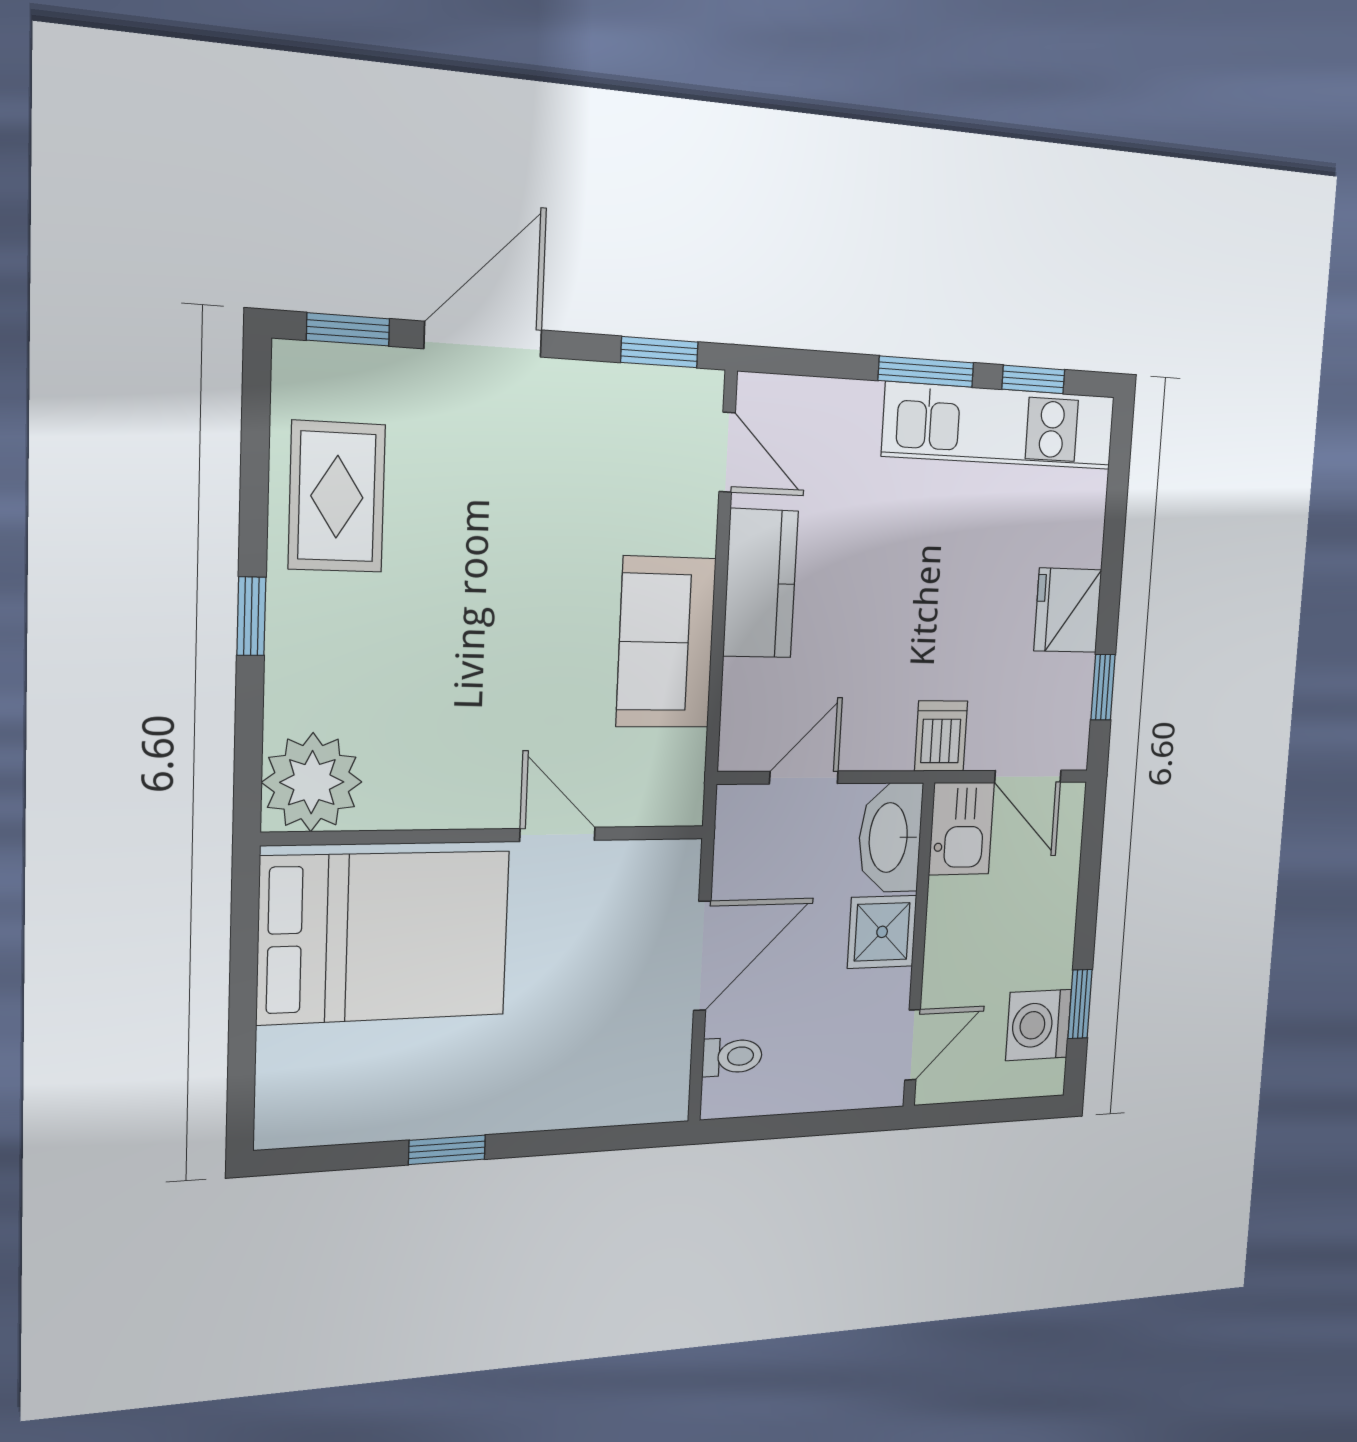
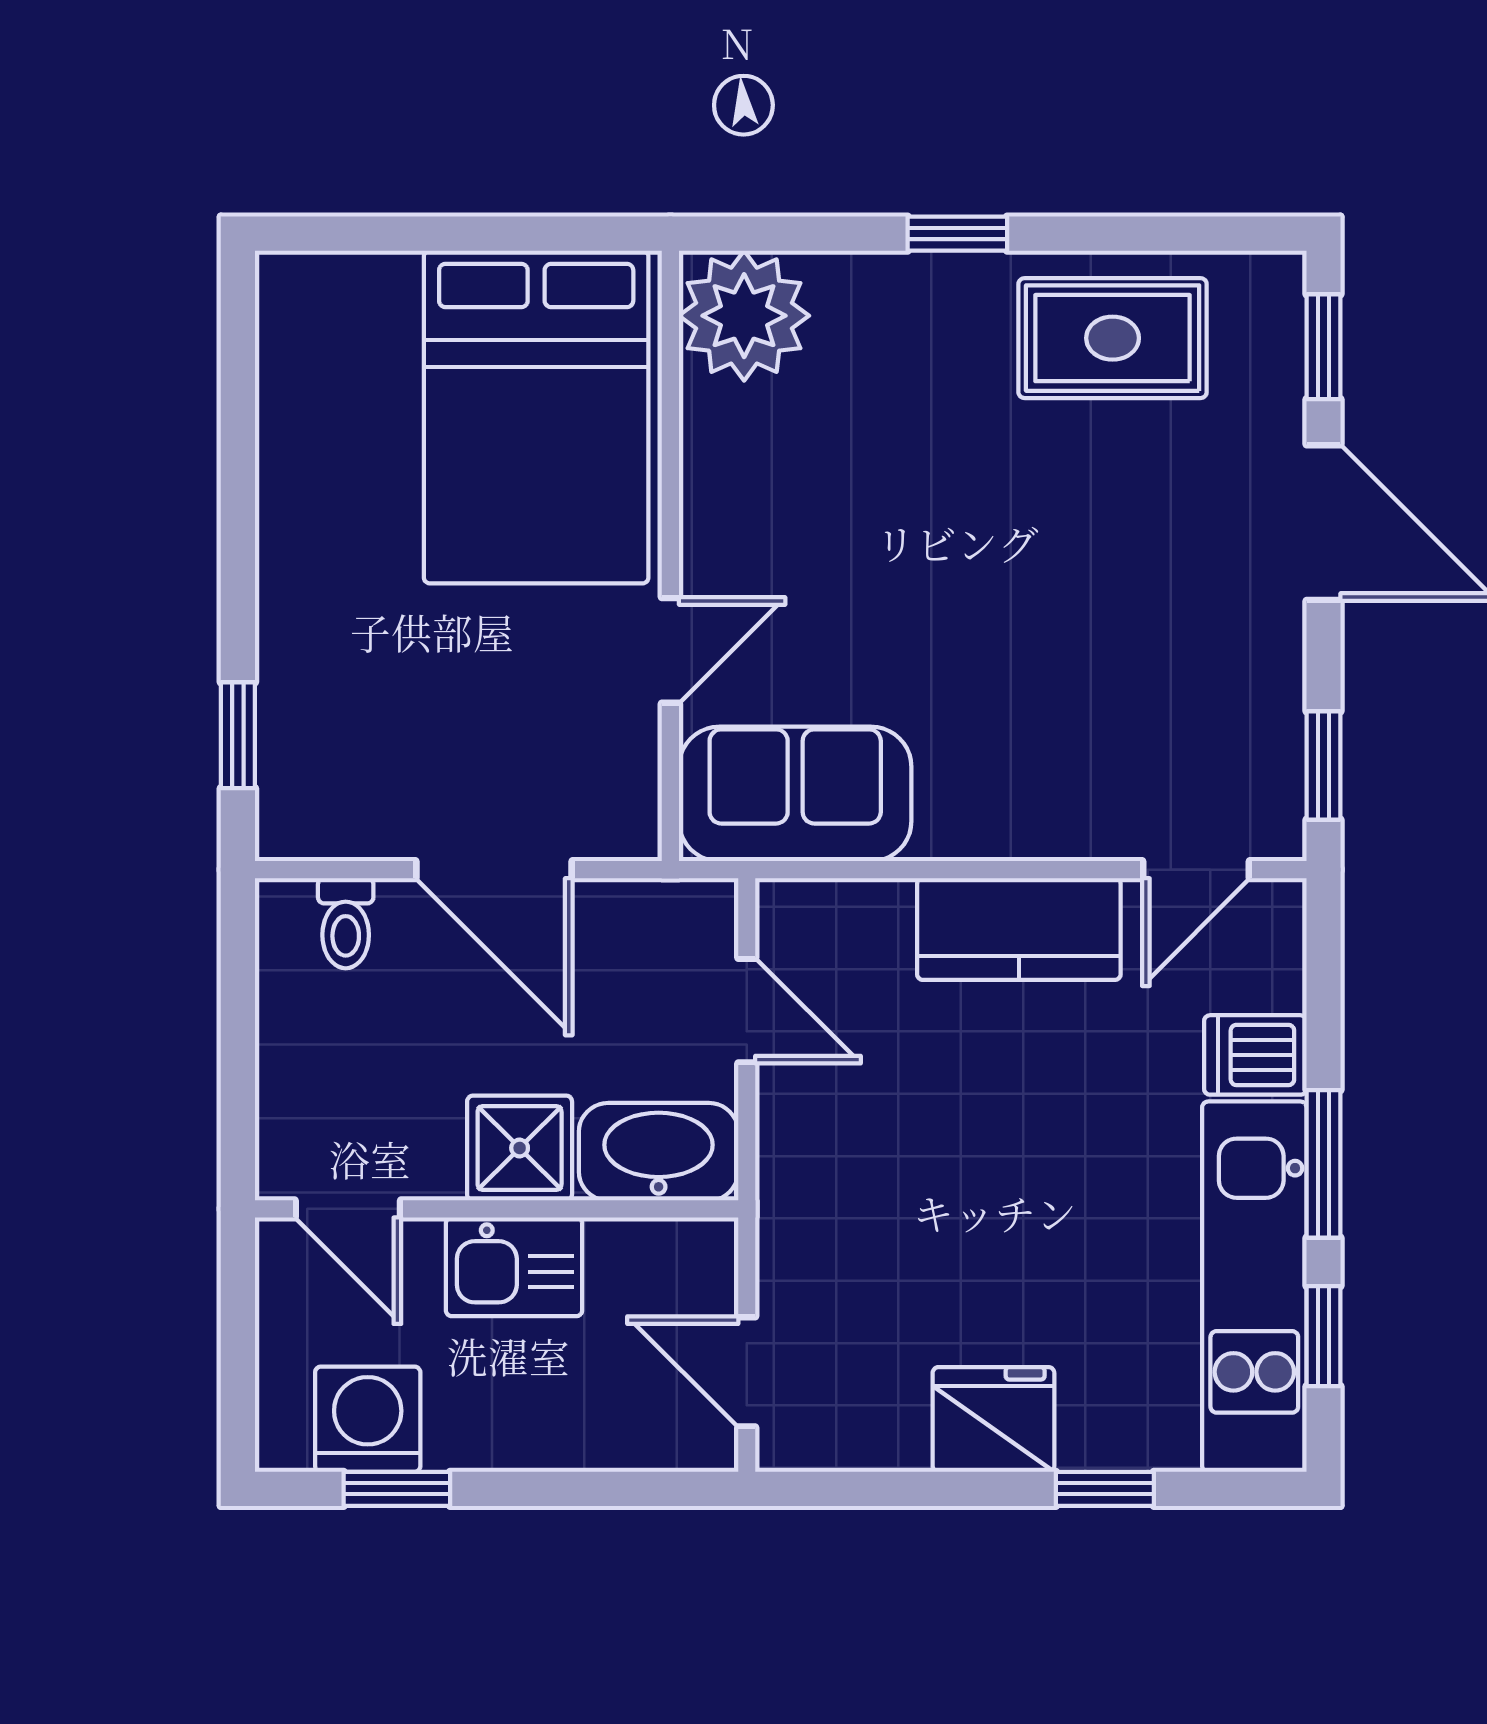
sofa: (666, 642) -> (795, 794), moved
window: (1103, 687) -> (1105, 1489), moved
dishwasher: (941, 736) -> (1255, 1055), moved, turned 180
door: (1028, 776) -> (747, 1372), hinge flipped
kitchen sink: (961, 829) -> (514, 1267), moved
window: (447, 1150) -> (238, 735), moved

